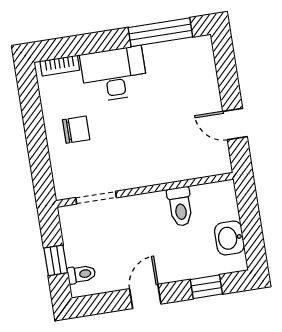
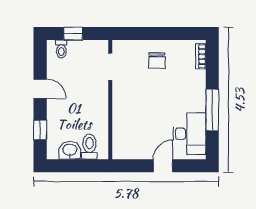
window: (160, 32) -> (212, 110), moved
desk: (114, 74) -> (189, 134), moved
door: (235, 124) -> (163, 166), moved
toilet: (180, 207) -> (90, 147), moved, turned 90

